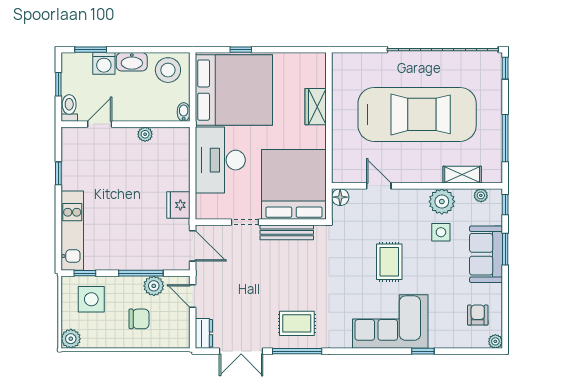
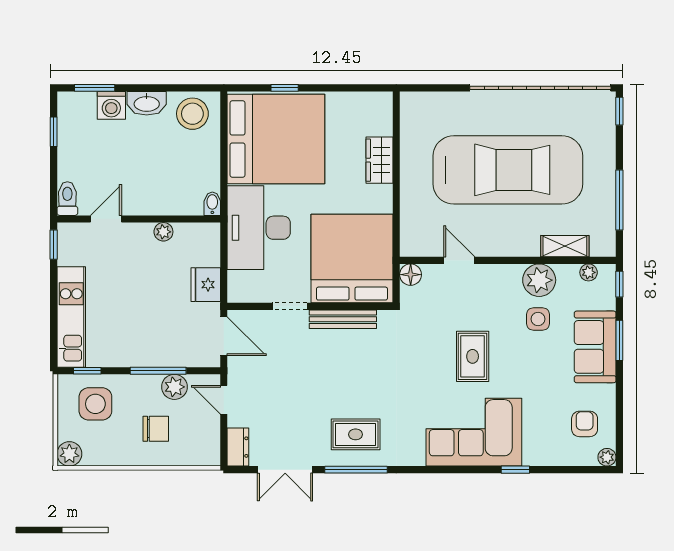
toilet: (69, 108) -> (67, 199), moved
bidet: (184, 112) -> (212, 204), moved
door: (100, 124) -> (106, 219), moved
wall: (126, 124) -> (139, 219), moved
plant: (145, 134) -> (163, 232), moved

